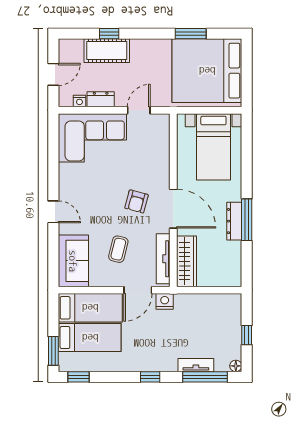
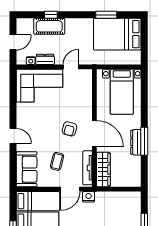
bed: (207, 71) -> (117, 34), width x0.73

